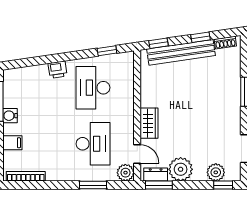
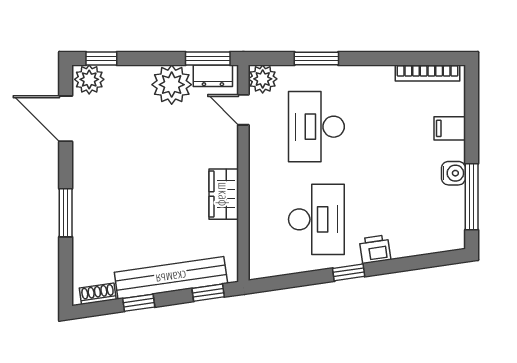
window: (107, 51) -> (349, 272), moved
wardrobe: (149, 123) -> (224, 194), moved
plant: (216, 172) -> (89, 79), moved

